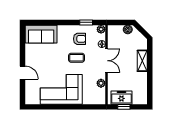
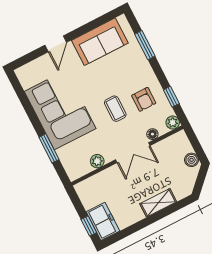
window: (49, 22) -> (145, 45), added
sofa: (41, 34) -> (100, 42), moved, turned -90
freezer: (121, 98) -> (103, 221), moved
window: (80, 107) -> (49, 148), added
window: (124, 107) -> (89, 226), moved

